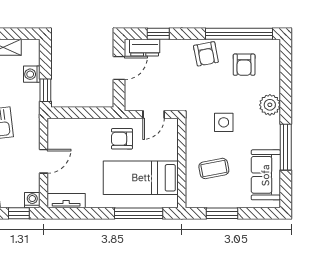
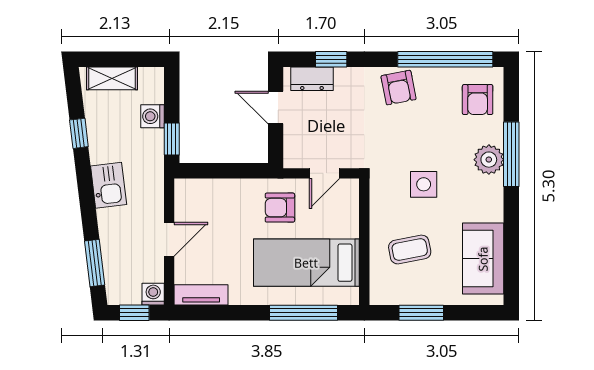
armchair: (244, 65) -> (478, 100), moved
door: (119, 68) -> (276, 107), swing flipped
window: (286, 147) -> (511, 154), moved

